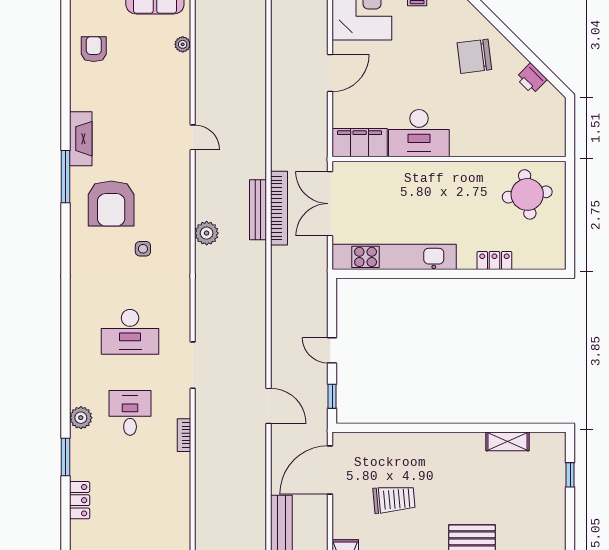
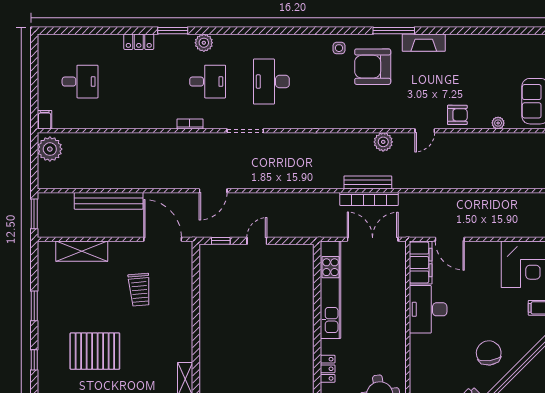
armchair: (94, 49) -> (457, 115), moved
door: (330, 73) -> (450, 239), moved
plant: (207, 233) -> (383, 142), moved
side table: (143, 249) -> (339, 48), moved

